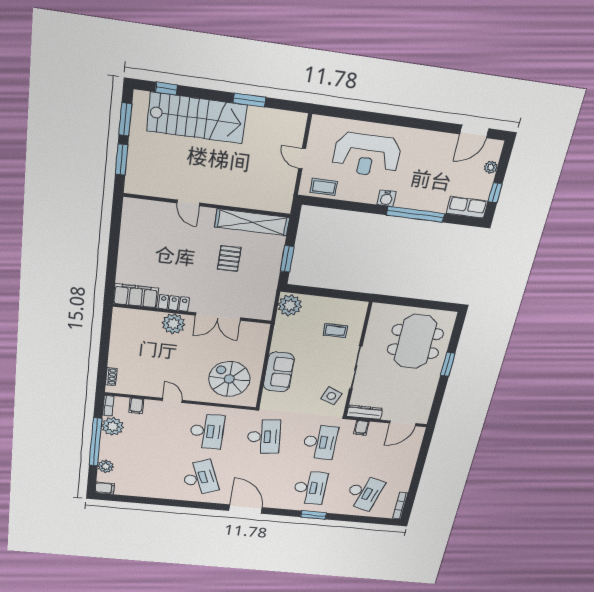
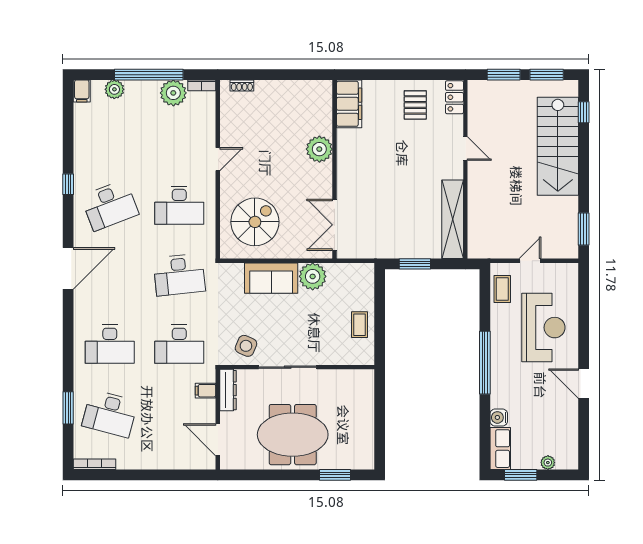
window: (249, 100) -> (584, 229), moved
door: (474, 131) -> (584, 384), moved
reception desk: (367, 155) -> (543, 328), turned 180
window: (495, 193) -> (521, 475), width x1.50
water cooler: (386, 198) -> (499, 417), moved
door: (188, 203) -> (465, 149), swing flipped
window: (415, 214) -> (485, 363), moved
pallet: (229, 259) -> (415, 105), moved, turned 90
locker: (174, 303) -> (454, 97), moved, turned 180
plant: (290, 305) -> (313, 276), moved
double door: (218, 317) -> (335, 225), moved
coffee table: (335, 331) -> (359, 325), moved
meeting table: (415, 342) -> (293, 435), moved
window: (448, 364) -> (335, 475), moved
filing cabinet: (136, 406) -> (205, 118), removed
window: (179, 503) -> (68, 184), added
window: (313, 515) -> (68, 408), moved

